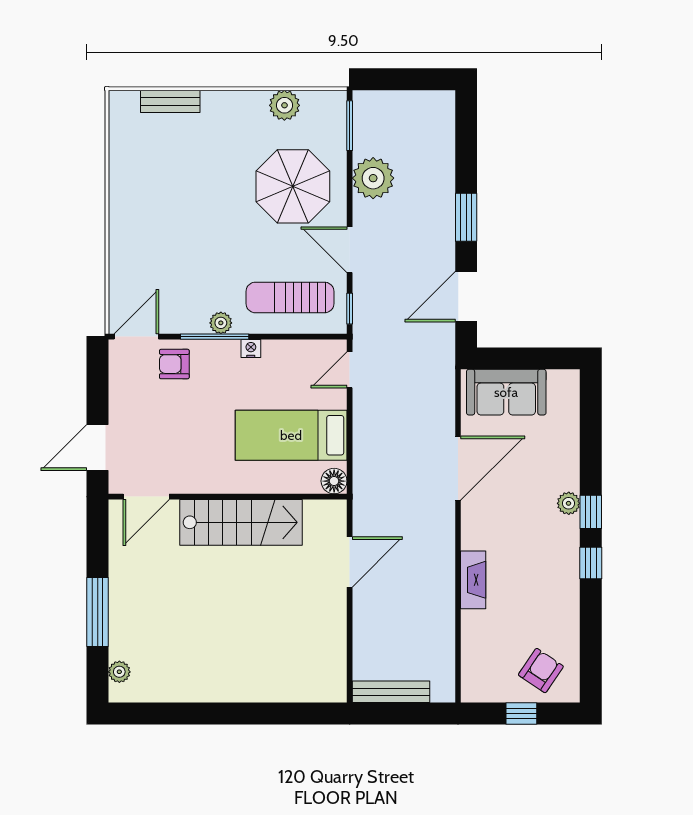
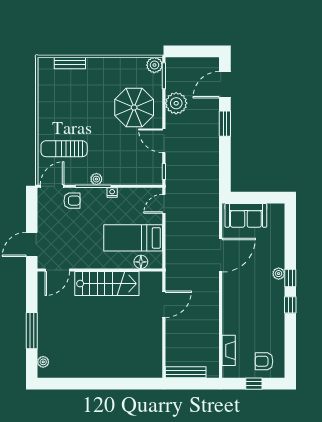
plant: (284, 105) -> (154, 65), moved
sun lounger: (290, 297) -> (64, 149), moved
door: (466, 297) -> (225, 85), moved
armchair: (174, 364) -> (72, 201), turned 180
floor lamp: (334, 481) -> (141, 262), moved
fireplace: (473, 580) -> (229, 350), moved
armchair: (541, 671) -> (264, 361), turned -124

